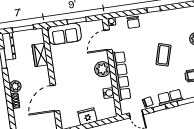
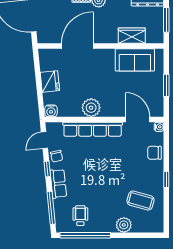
sofa: (65, 34) -> (135, 60), moved, turned -90
coffee table: (163, 55) -> (140, 201), moved
plant: (102, 69) -> (91, 108), moved
water cooler: (109, 93) -> (51, 111), moved
door: (55, 98) -> (77, 46), hinge flipped

